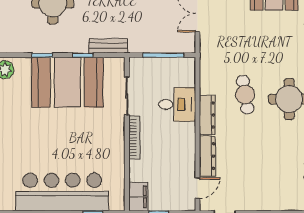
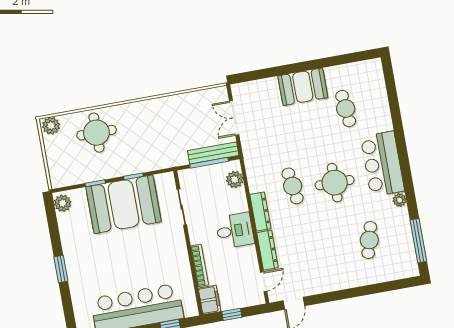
bench: (108, 46) -> (213, 153), moved, width x1.36
plant: (187, 77) -> (235, 179), added
desk: (177, 104) -> (235, 231), moved
bookcase: (134, 138) -> (200, 265), moved

